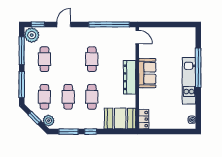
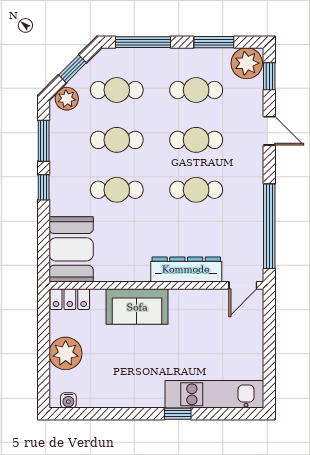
window: (22, 51) -> (214, 42), width x0.69
cafe table: (68, 59) -> (196, 140), added
window: (198, 68) -> (178, 414), width x0.32
sofa: (147, 73) -> (137, 307), moved
dresser: (130, 77) -> (186, 269), moved
kitchen unit: (189, 81) -> (214, 394), moved
plant: (170, 121) -> (66, 353), added

